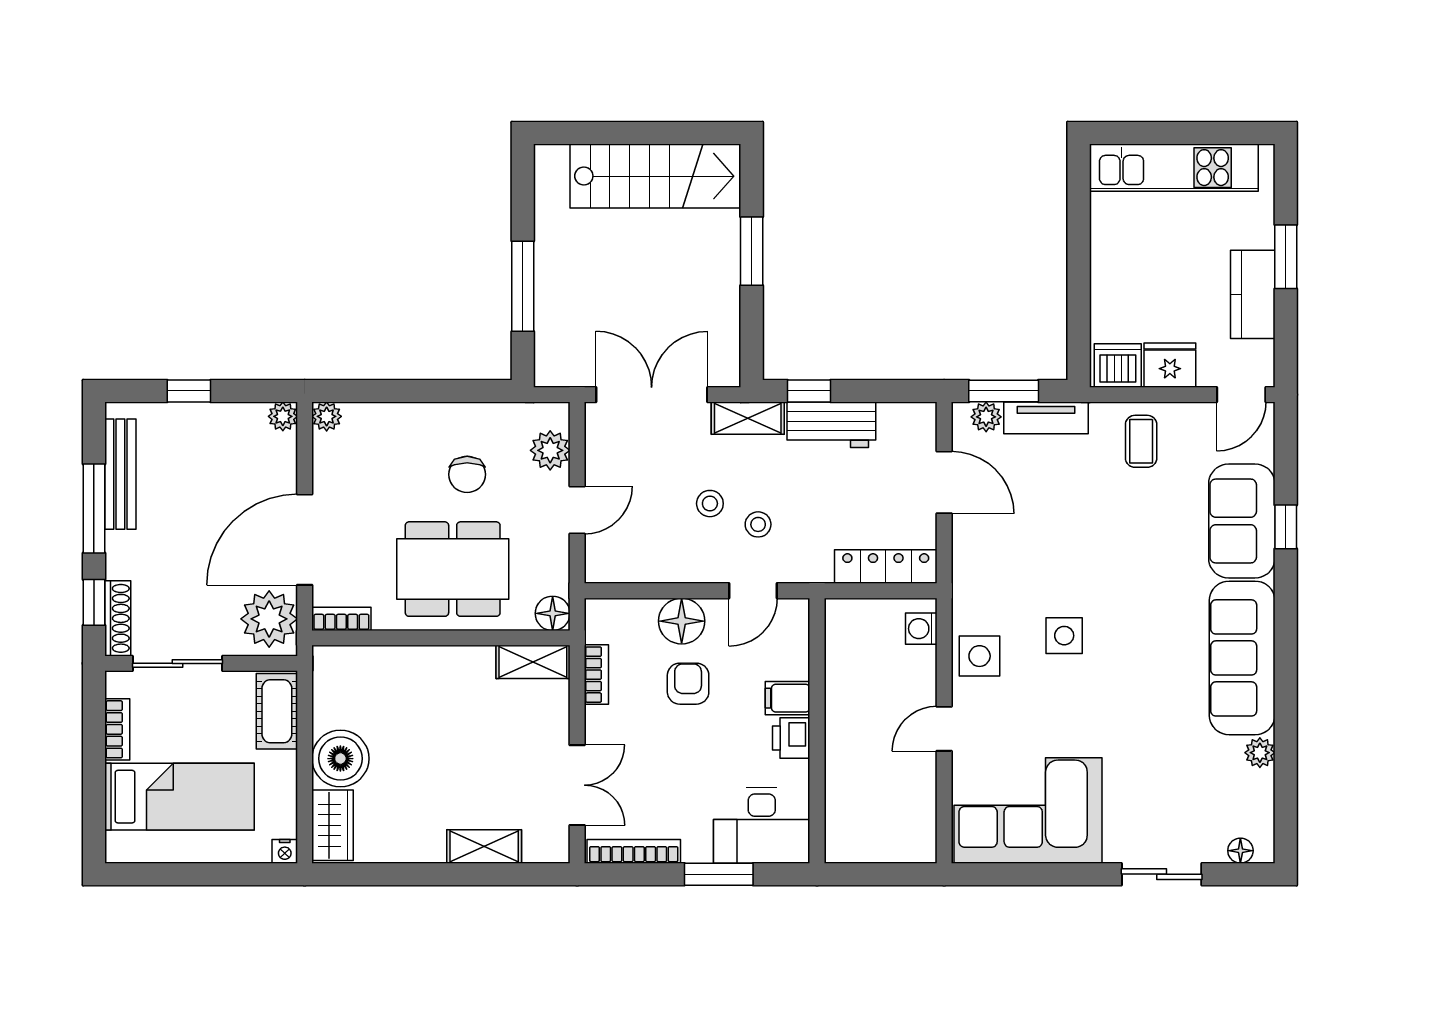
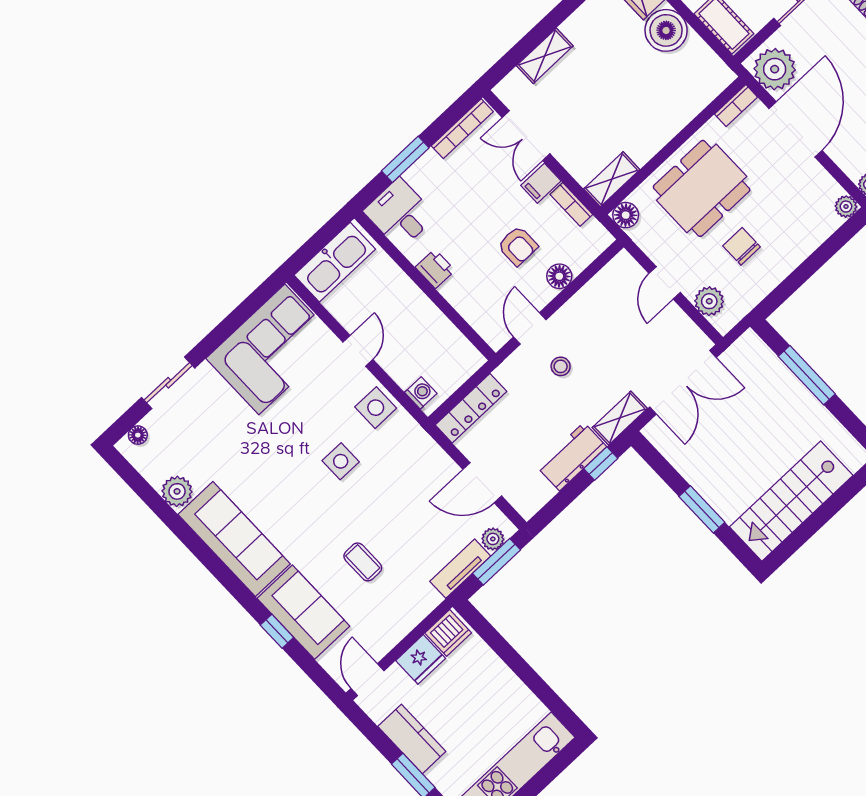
coffee table: (1141, 441) -> (363, 562), moved
stool: (710, 504) -> (597, 353), removed
floor lamp: (682, 621) -> (559, 276), width x0.73, depth x0.73
filing cabinet: (788, 698) -> (541, 183), moved, turned 180
plant: (1260, 753) -> (177, 491), width x1.38, depth x1.38
desk: (762, 826) -> (400, 214), width x0.73
kitchen sink: (884, 838) -> (335, 262), added

